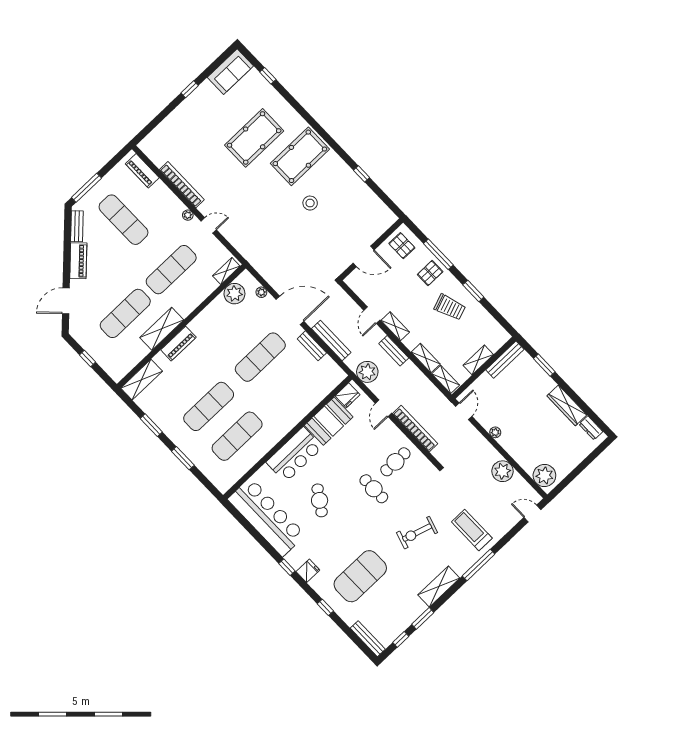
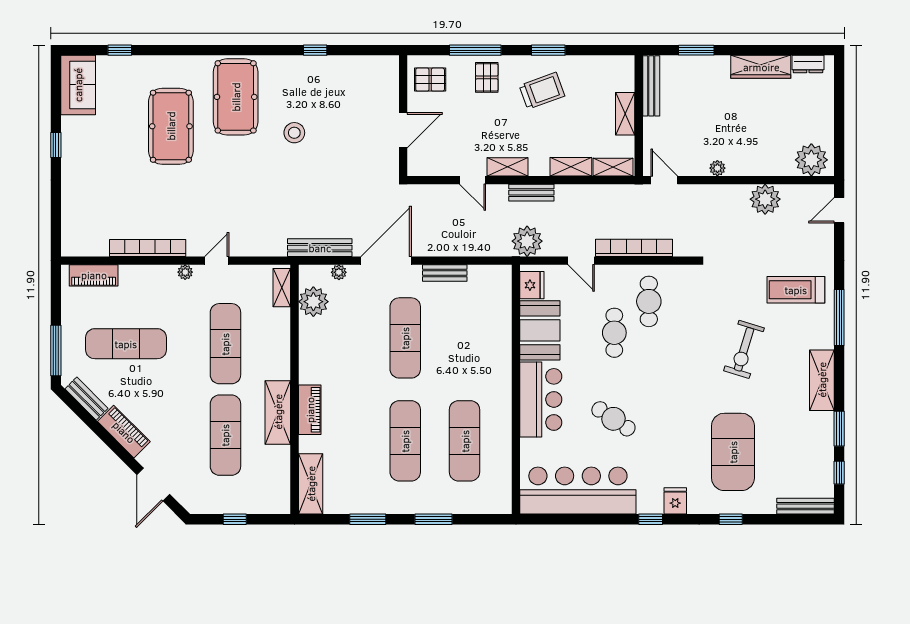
bench: (331, 341) -> (320, 248), moved
cafe table: (374, 489) -> (614, 333), moved, turned 90

